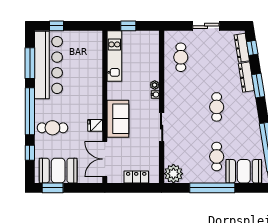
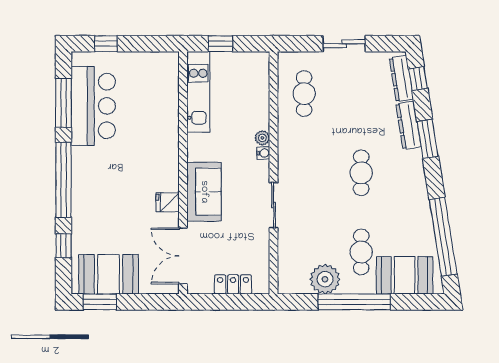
bar counter: (48, 65) -> (93, 106), width x0.73
cafe table: (52, 128) -> (100, 206), removed
plant: (173, 174) -> (325, 279), moved

